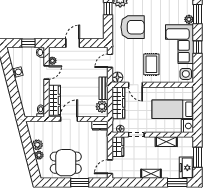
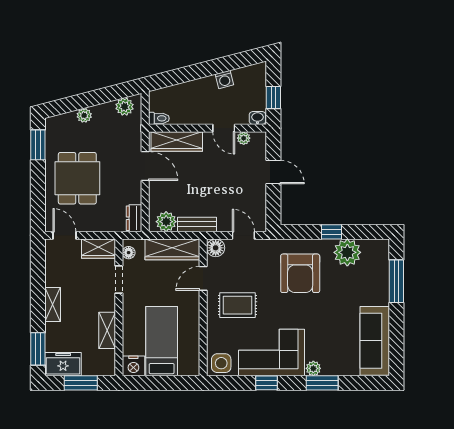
plant: (37, 145) -> (125, 107), moved
dining table: (66, 163) -> (77, 178), moved
window: (80, 183) -> (38, 145), moved

